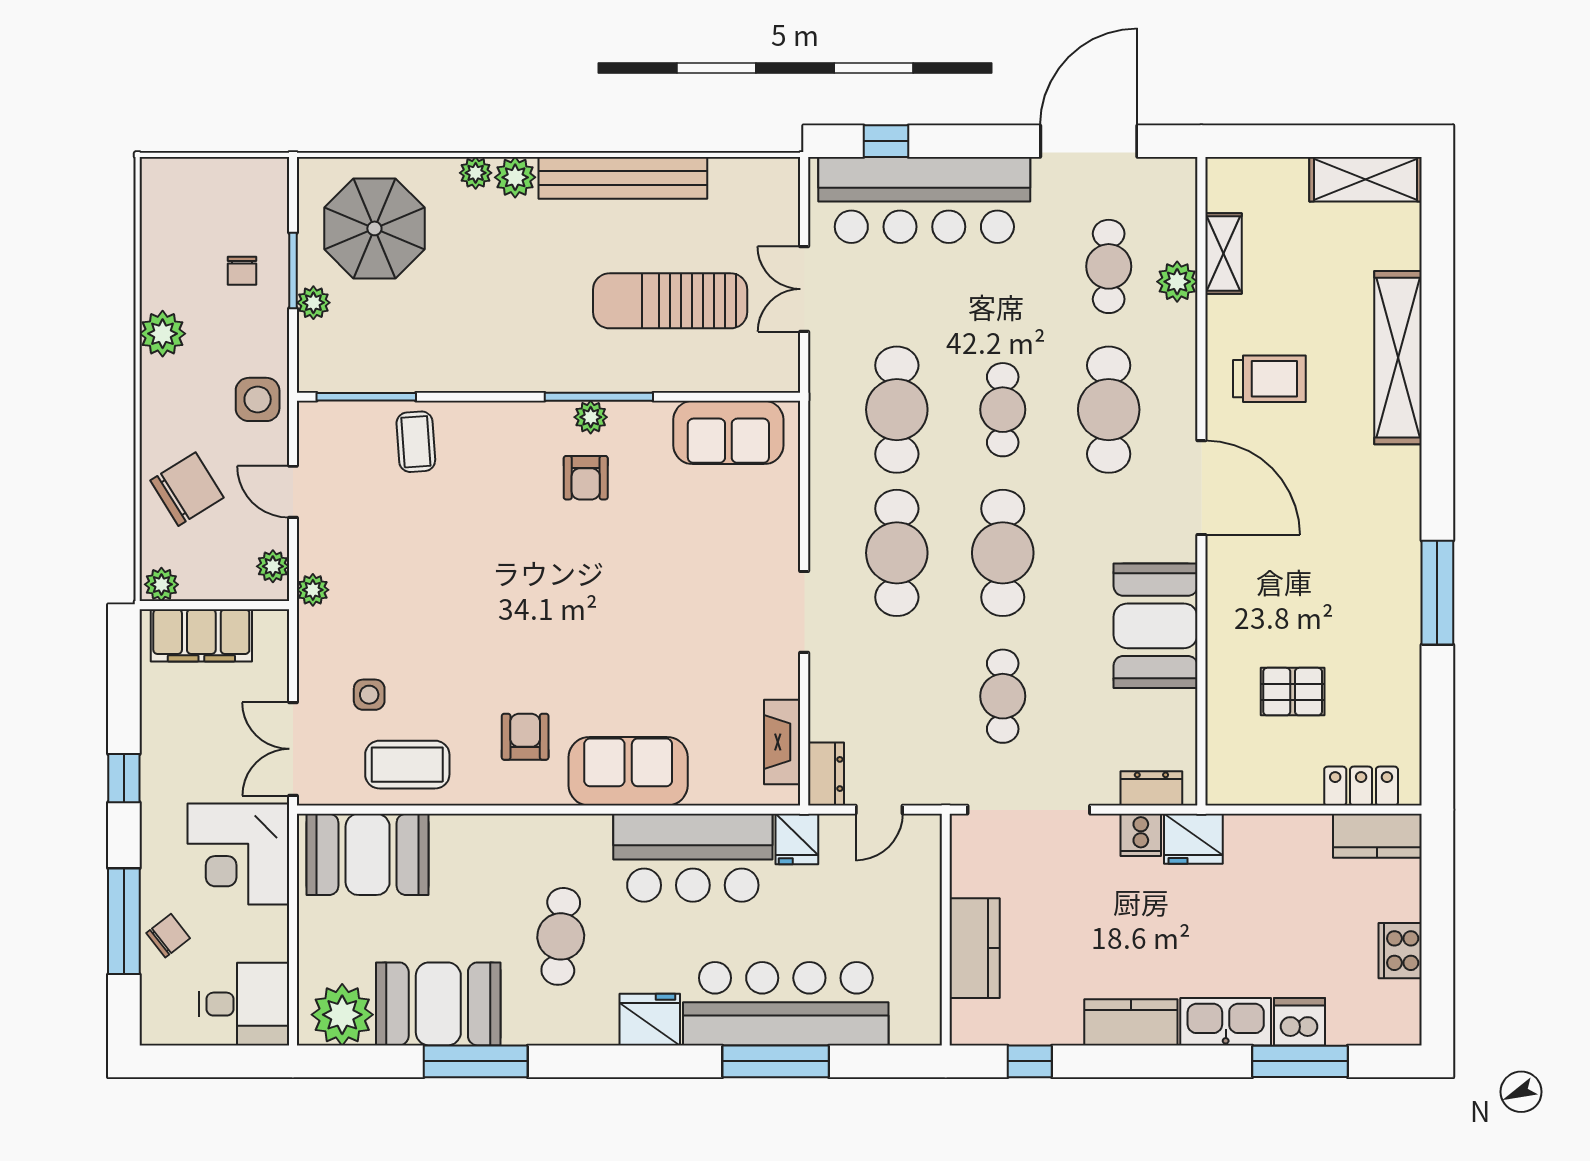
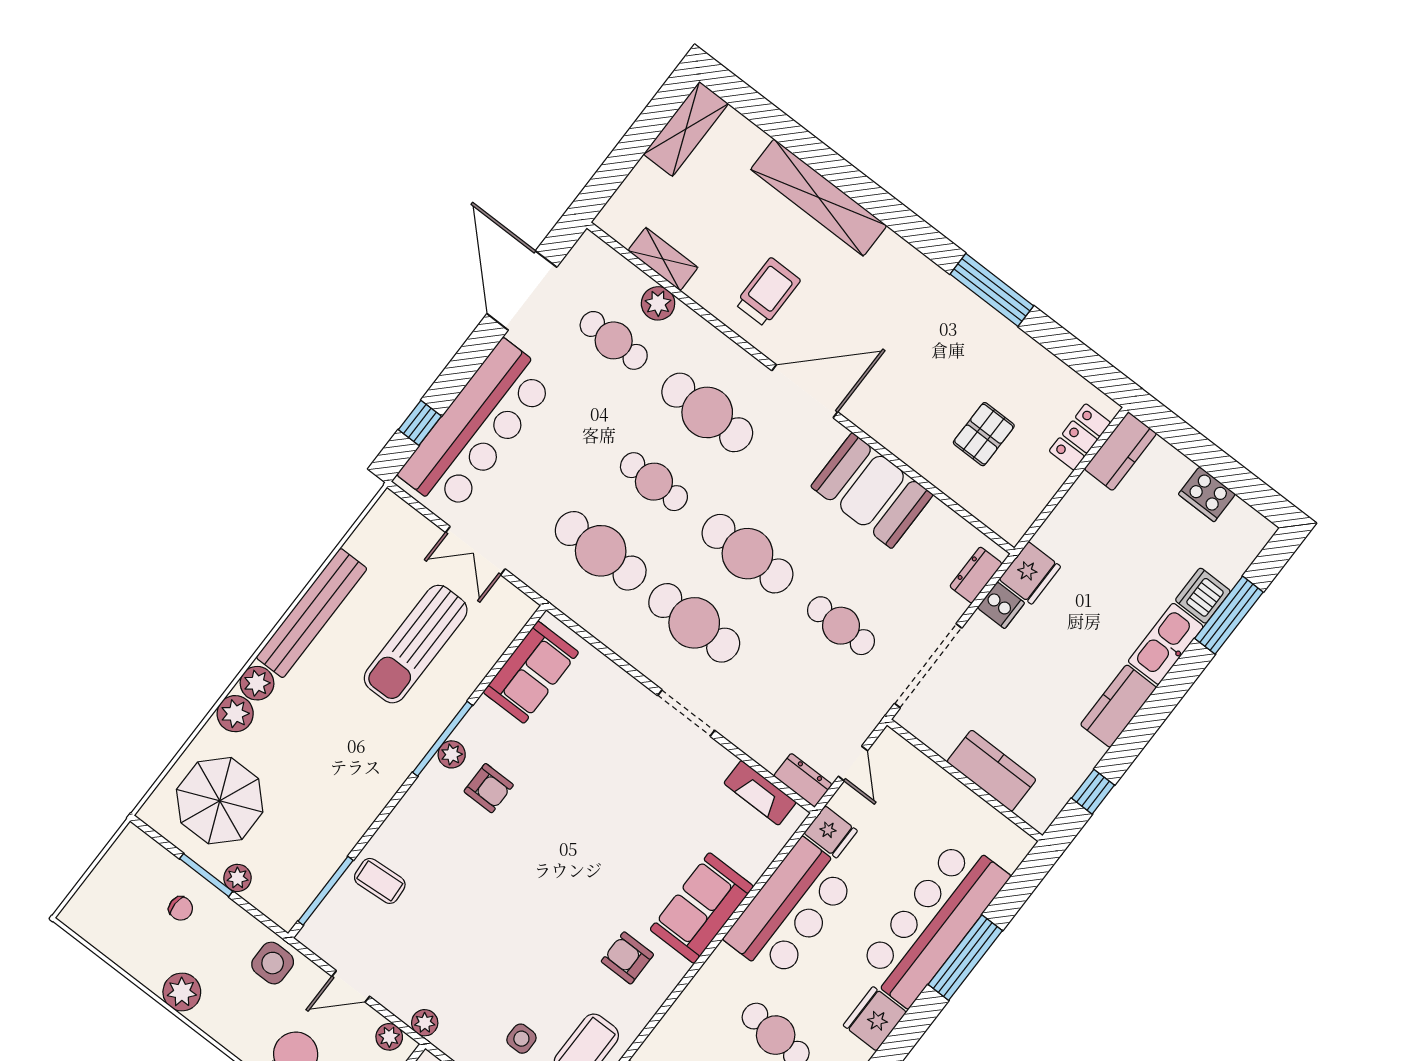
plant: (476, 173) -> (235, 714), width x1.38, depth x1.38

